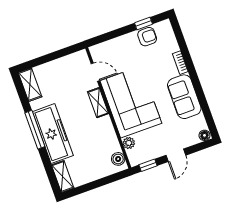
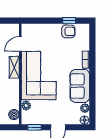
door: (95, 72) -> (20, 44), swing flipped
plant: (200, 121) -> (85, 108), added

